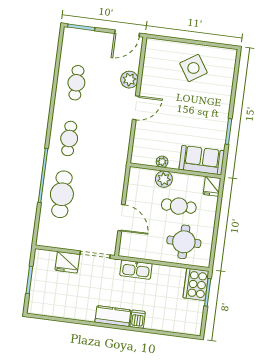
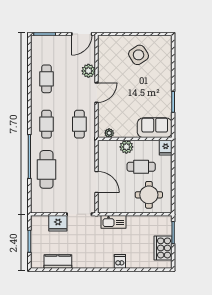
cafe table: (110, 144) -> (79, 124), added
plant: (162, 162) -> (109, 133), moved
cooker: (196, 284) -> (163, 248), moved
kitchen counter: (113, 316) -> (58, 262), moved

